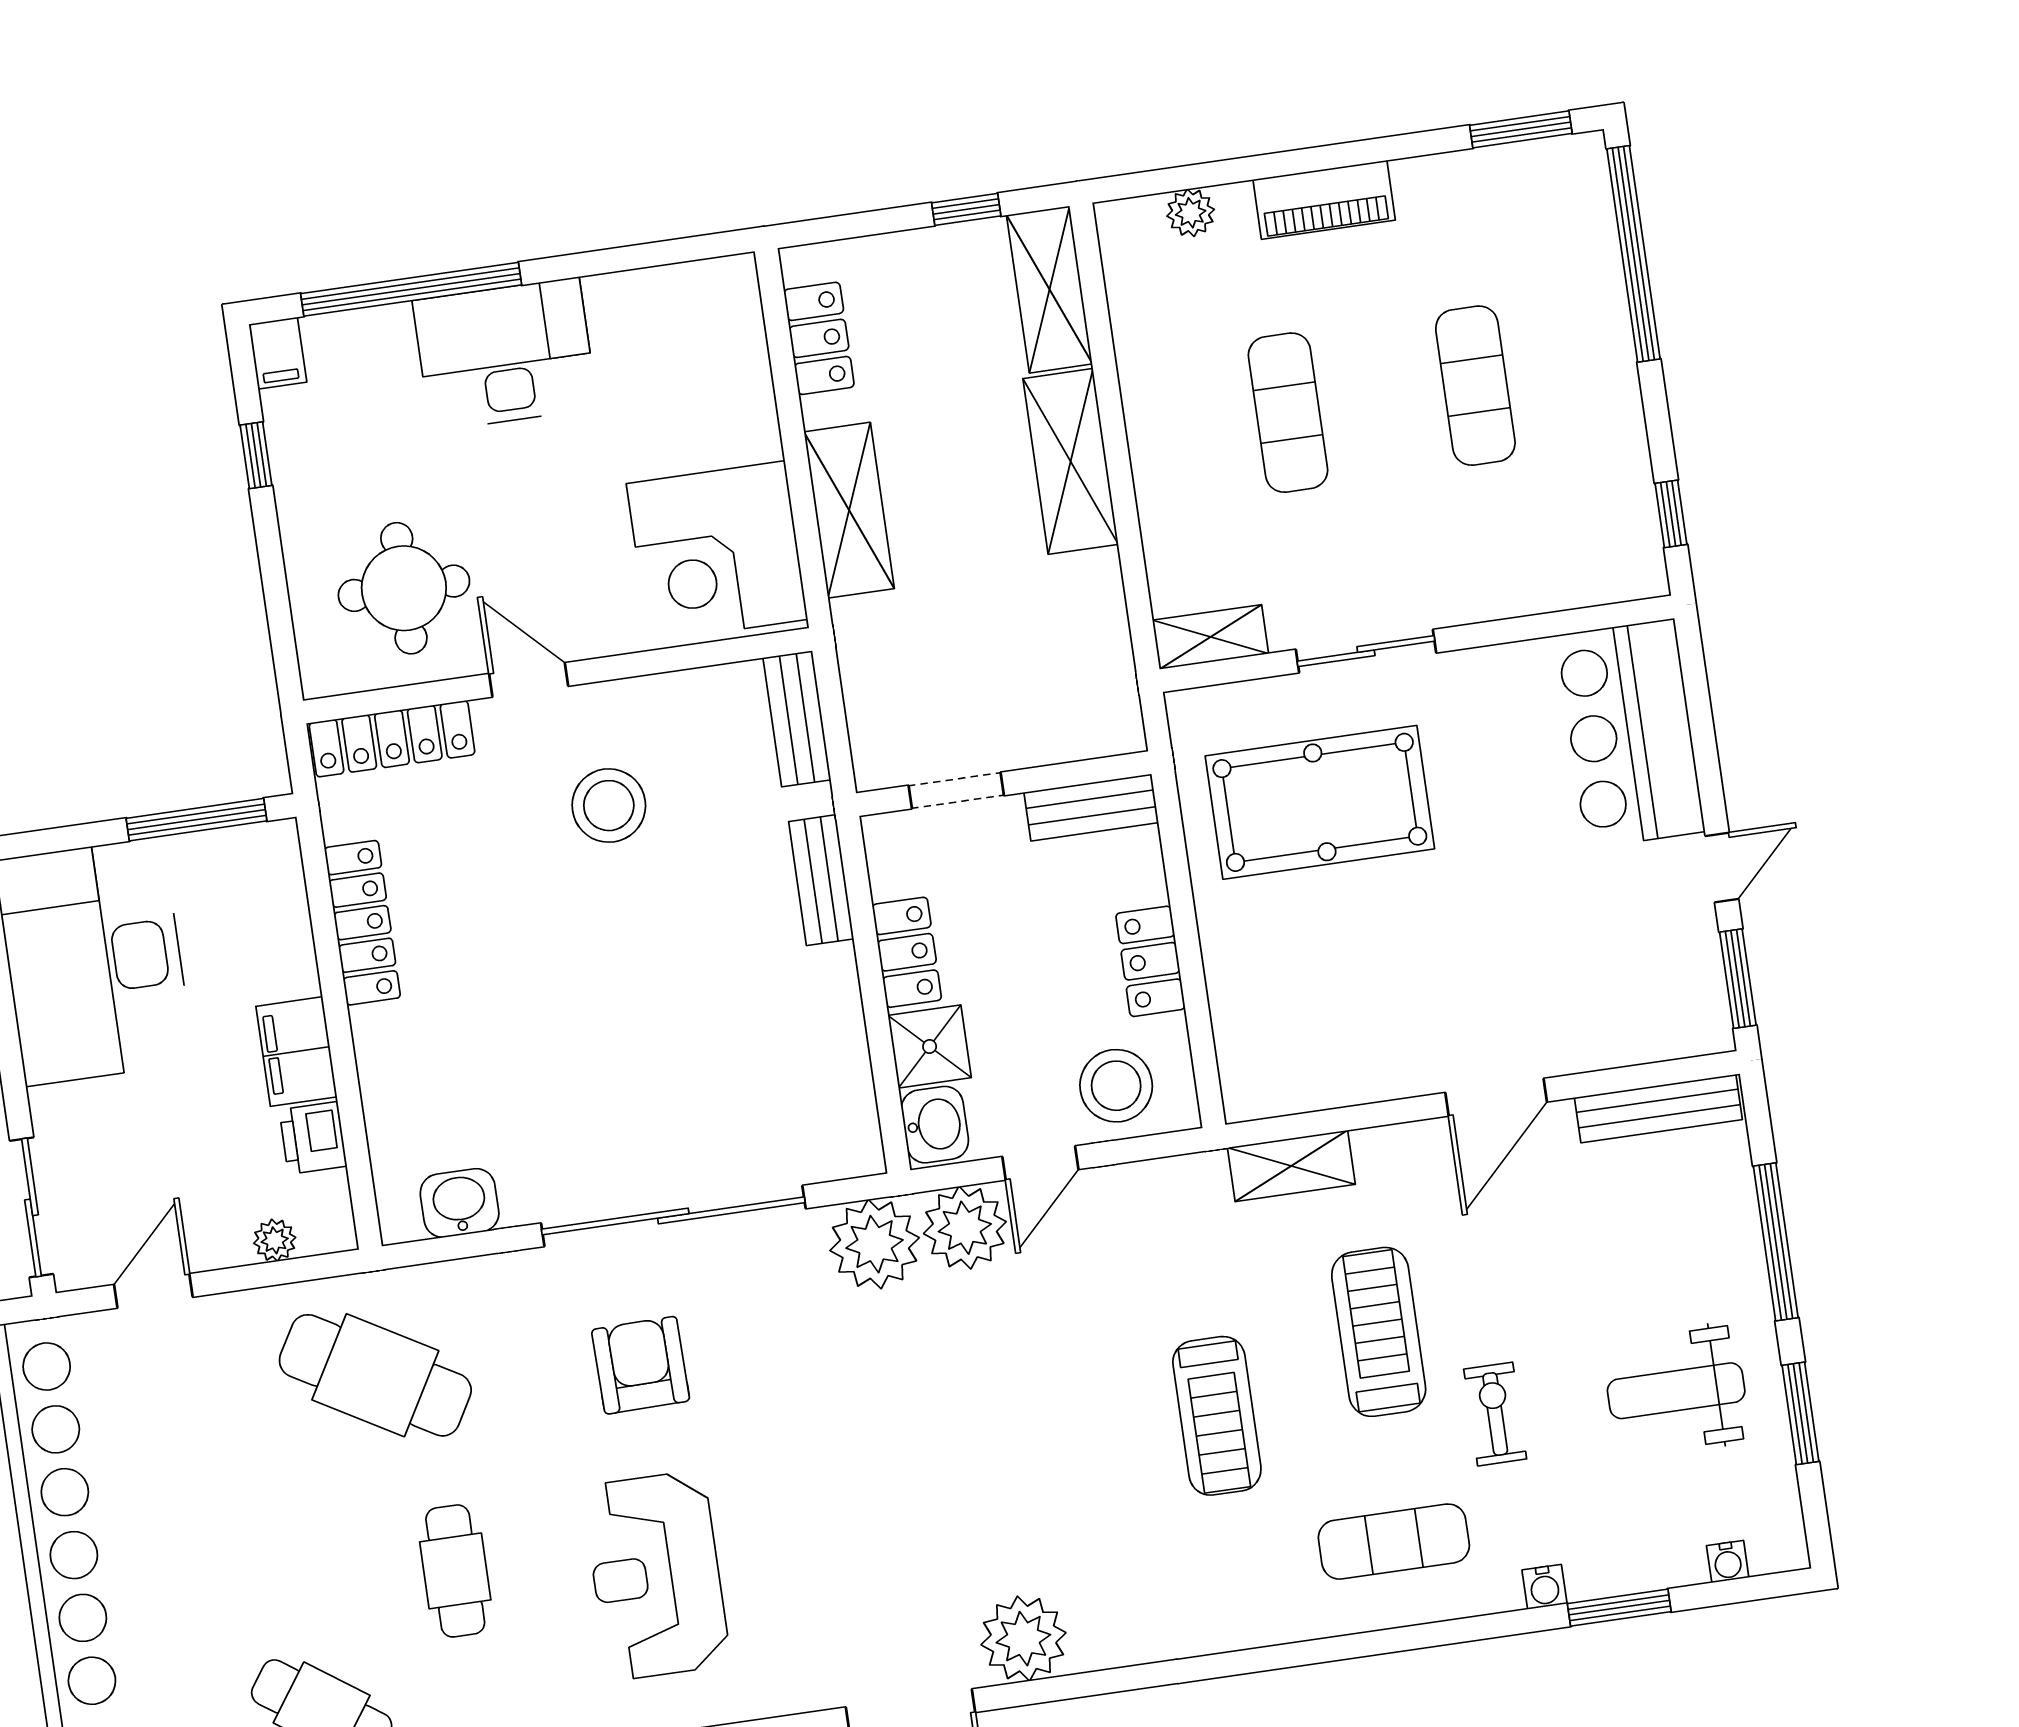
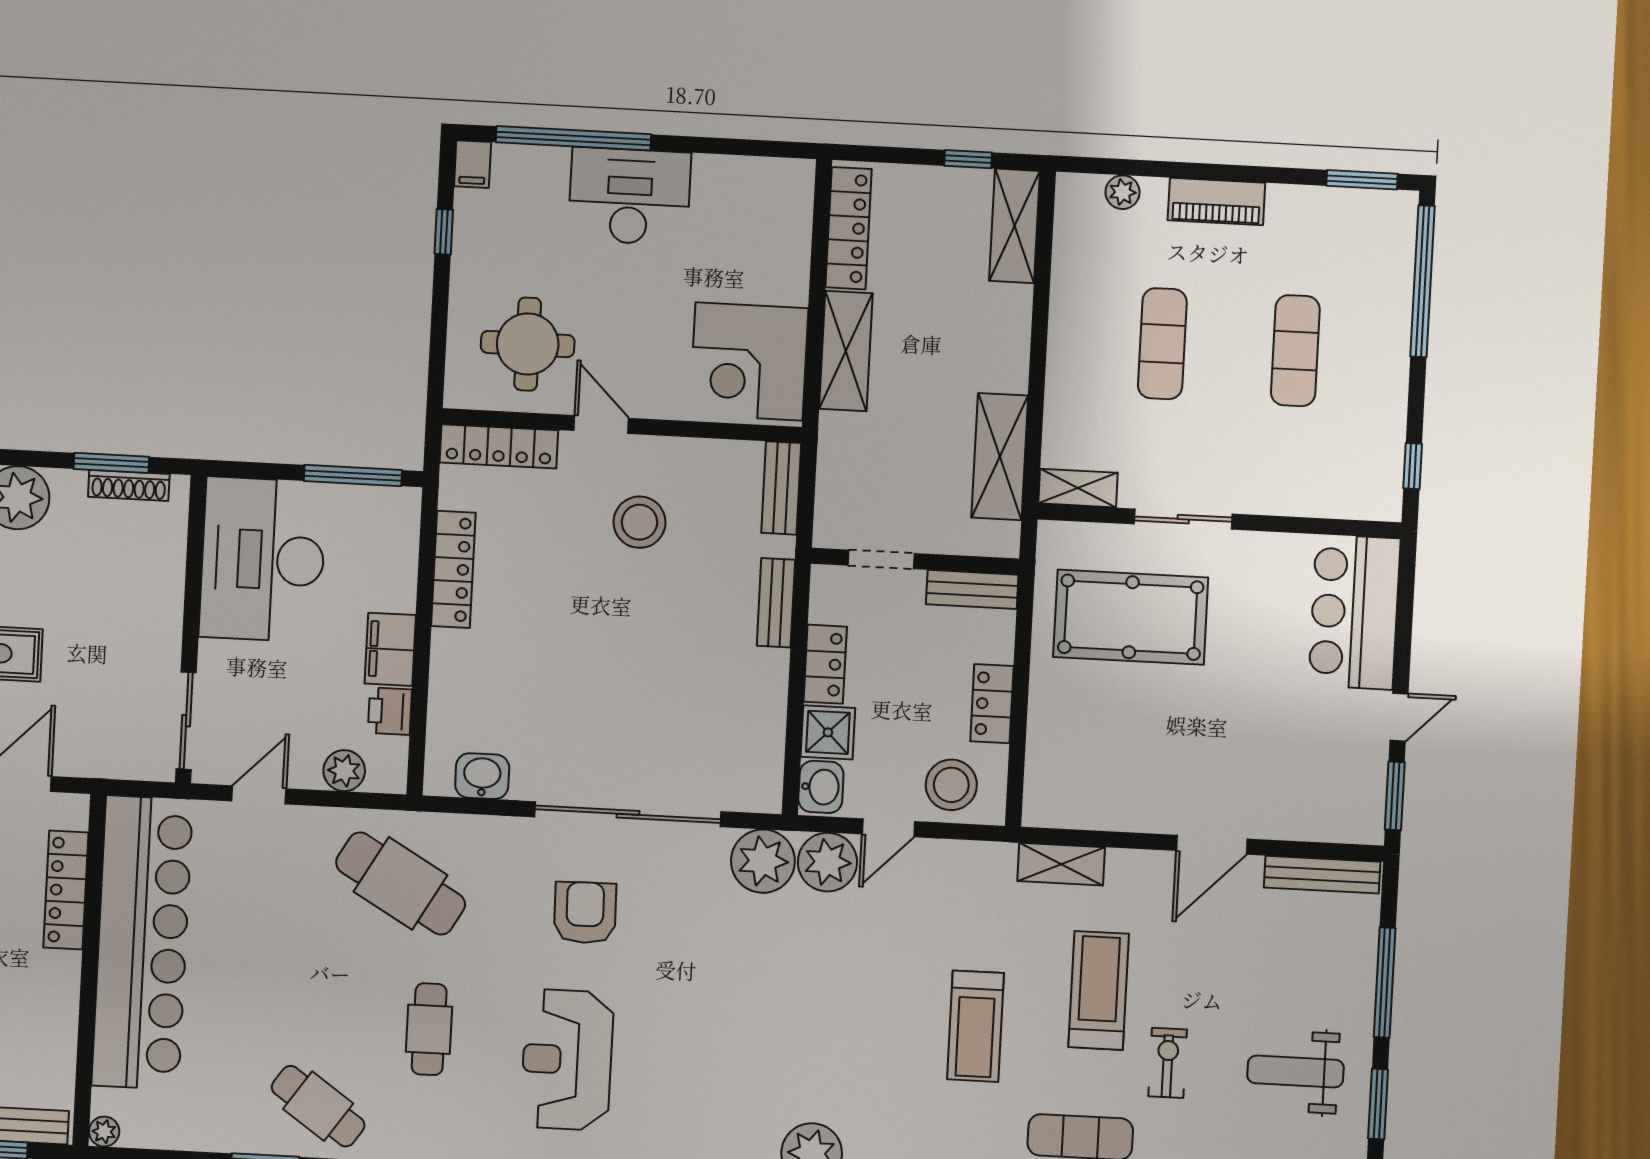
locker: (819, 338) -> (849, 228), width x1.53
shelving: (1071, 461) -> (1000, 457), moved
plant: (275, 1240) -> (344, 771), width x1.38, depth x1.38

